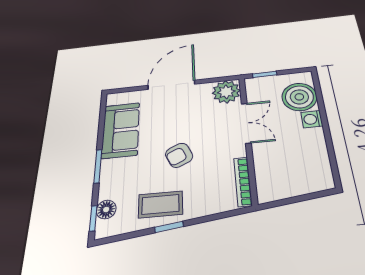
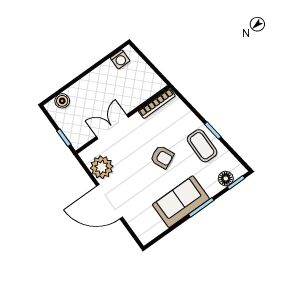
plant: (226, 92) -> (102, 167), moved
boiler: (299, 97) -> (62, 101), width x0.54, depth x0.54
washing machine: (312, 119) -> (120, 59), moved
sofa: (121, 130) -> (181, 202), moved

